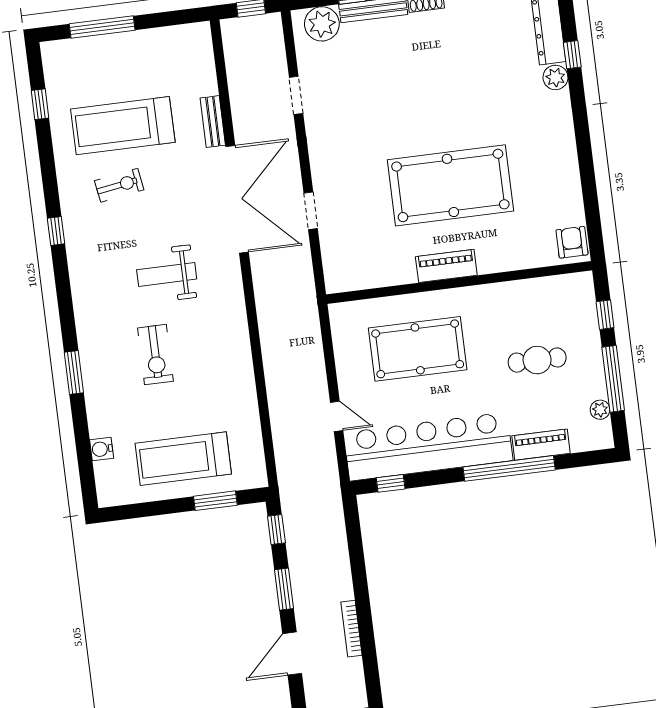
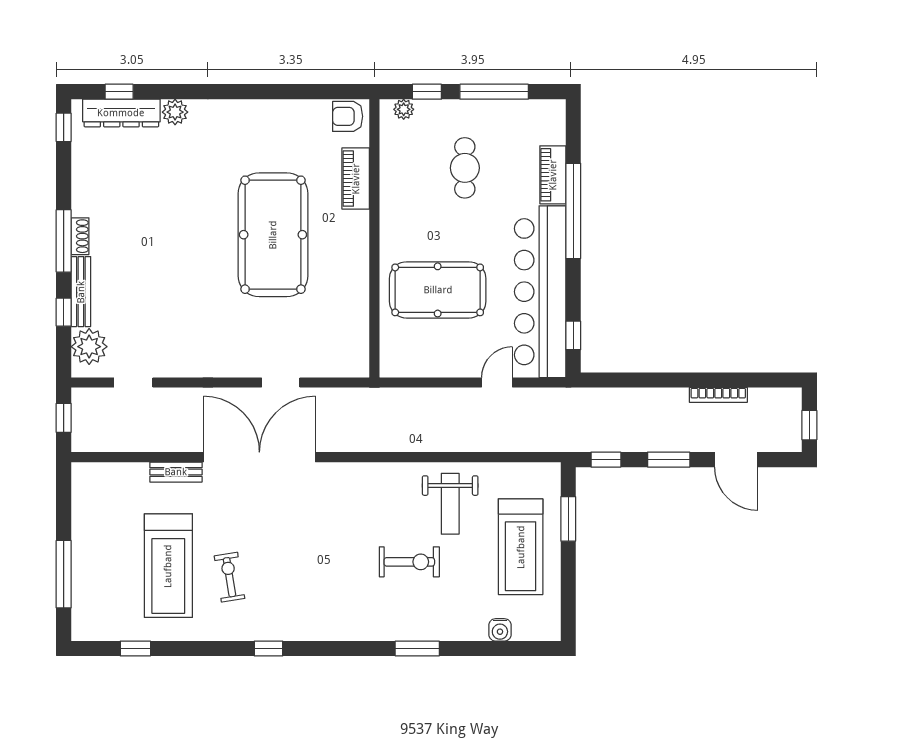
window: (572, 55) -> (119, 92), moved
doorway: (296, 95) -> (133, 383), moved
piano: (446, 266) -> (356, 179), moved
weight bench: (167, 274) -> (450, 504), moved
pool table: (418, 349) -> (438, 290), turned 90
plant: (600, 410) -> (404, 109), moved

